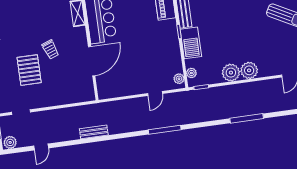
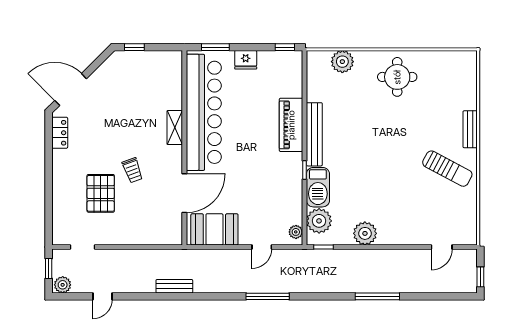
plant: (249, 70) -> (389, 234), removed
plant: (191, 73) -> (319, 221), width x1.87, depth x1.87
booth: (118, 85) -> (214, 229), added

